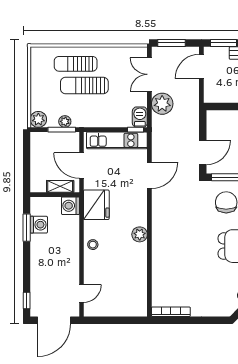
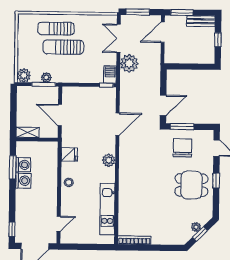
kitchen unit: (117, 140) -> (107, 209), moved, turned 90
shelving: (60, 186) -> (28, 132), moved
fridge: (96, 205) -> (69, 154), width x0.53, depth x0.75
washing machine: (70, 206) -> (23, 181), moved, turned 180
plant: (140, 234) -> (109, 160), moved

